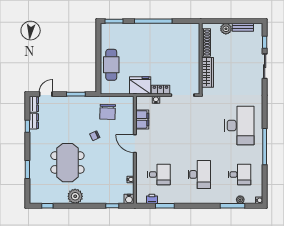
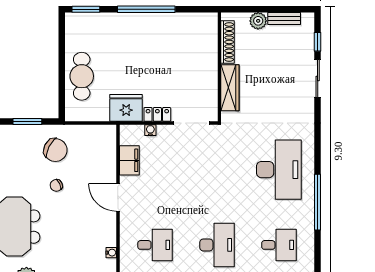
chair: (108, 112) -> (55, 150), moved, turned -65

